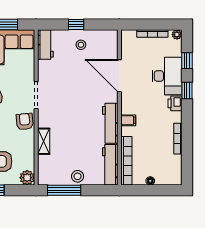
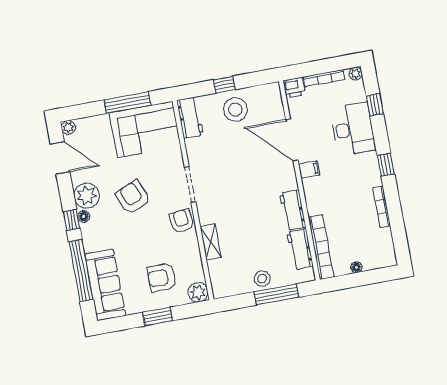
stool: (81, 45) -> (235, 110), width x1.89, depth x1.89
window: (187, 91) -> (386, 165), moved
printer: (175, 103) -> (294, 88), moved, turned -90
filing cabinet: (128, 120) -> (309, 169), moved
workbench: (110, 123) -> (293, 210), width x0.73
workbench: (110, 165) -> (300, 249), width x0.73
window: (64, 190) -> (276, 294), moved

